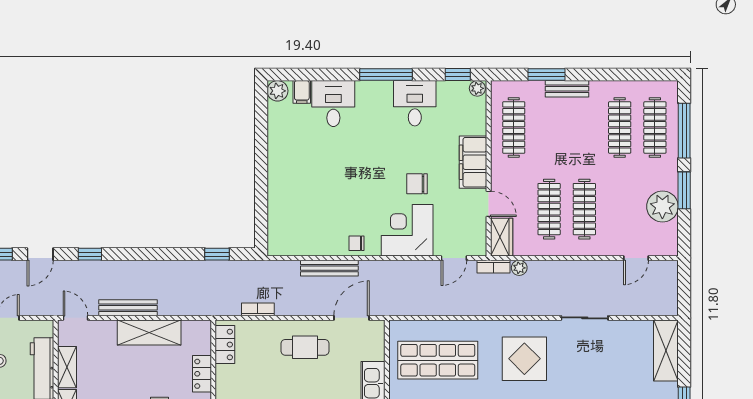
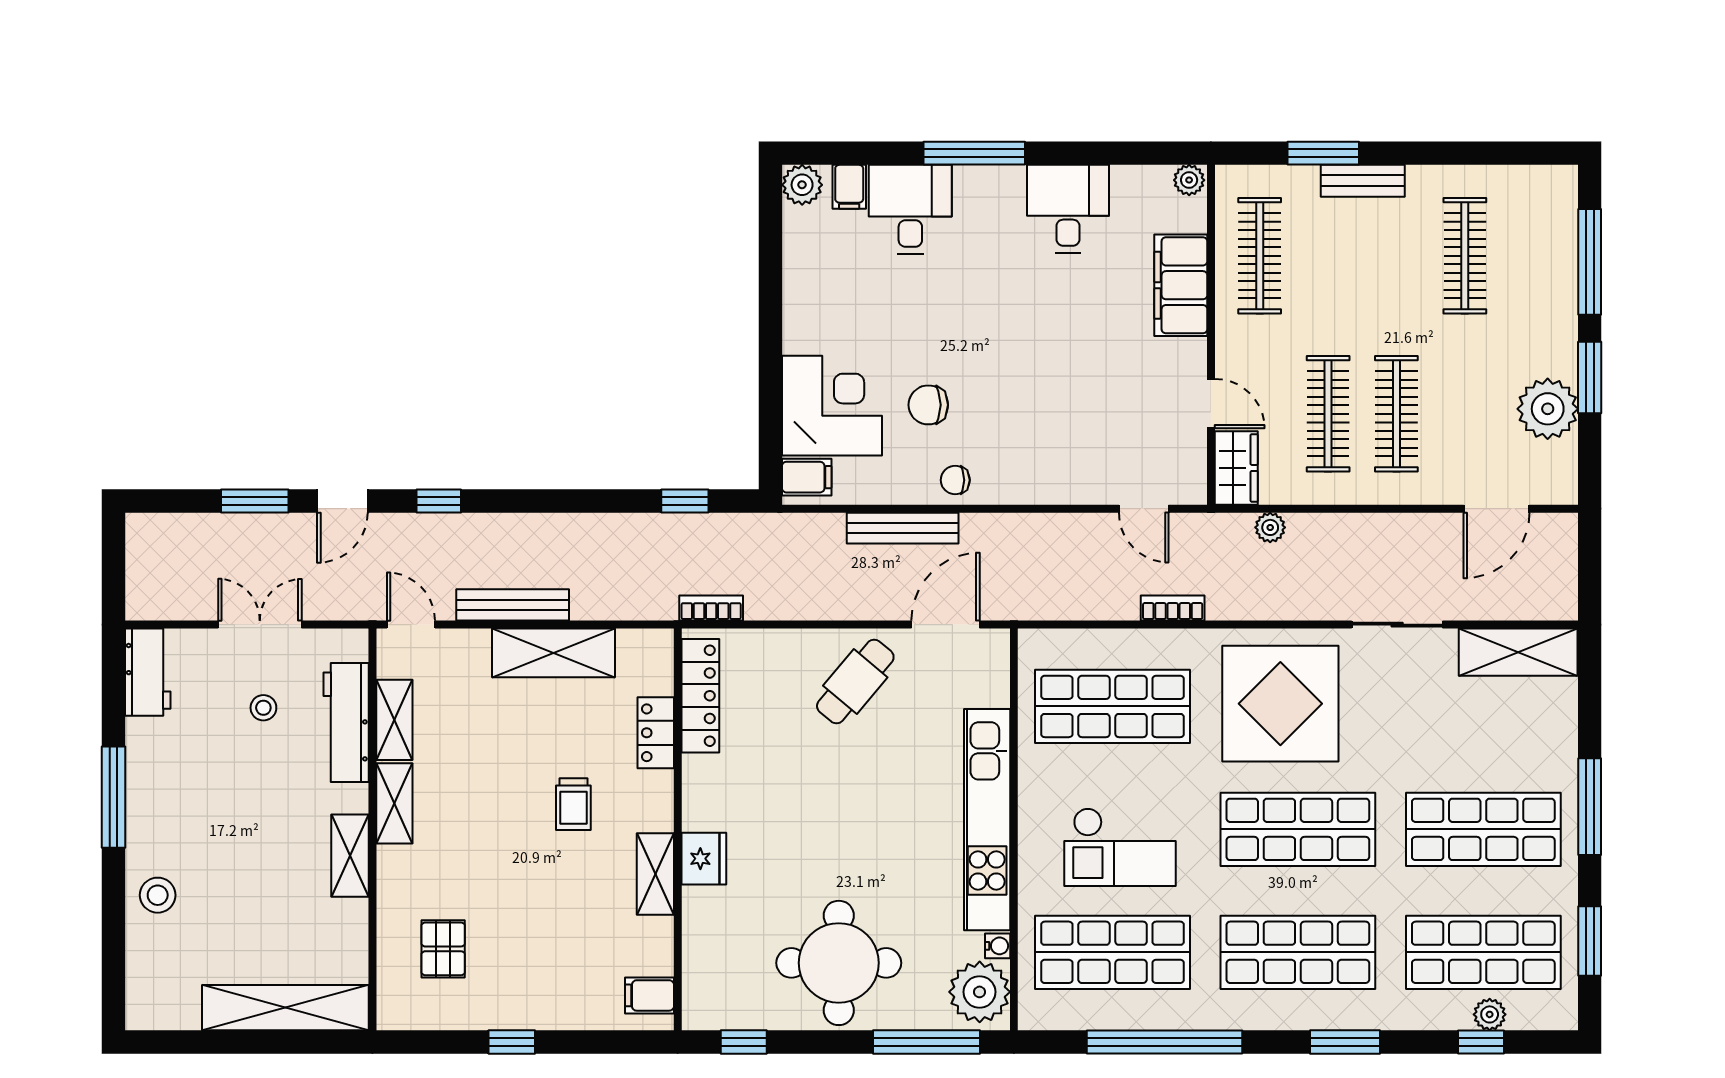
window: (386, 75) -> (974, 153), moved
window: (458, 75) -> (1151, 153), removed
clothes rail: (655, 127) -> (1533, 256), removed
filing cabinet: (473, 162) -> (1181, 285), moved
chair: (417, 184) -> (928, 405), moved
corner desk: (407, 230) -> (832, 406), moved, turned 90
filing cabinet: (280, 242) -> (807, 477), added
door: (454, 258) -> (1144, 509), hinge flipped
door: (636, 258) -> (1496, 509), width x1.37
bookcase: (493, 267) -> (1173, 608), moved, turned 180
bookcase: (258, 309) -> (711, 608), moved
locker: (225, 345) -> (700, 696), width x1.53
cafe table: (305, 347) -> (855, 682), turned -50
shelving: (666, 350) -> (1518, 652), moved, turned 90
display table: (524, 359) -> (1280, 704), width x1.36, depth x1.36

